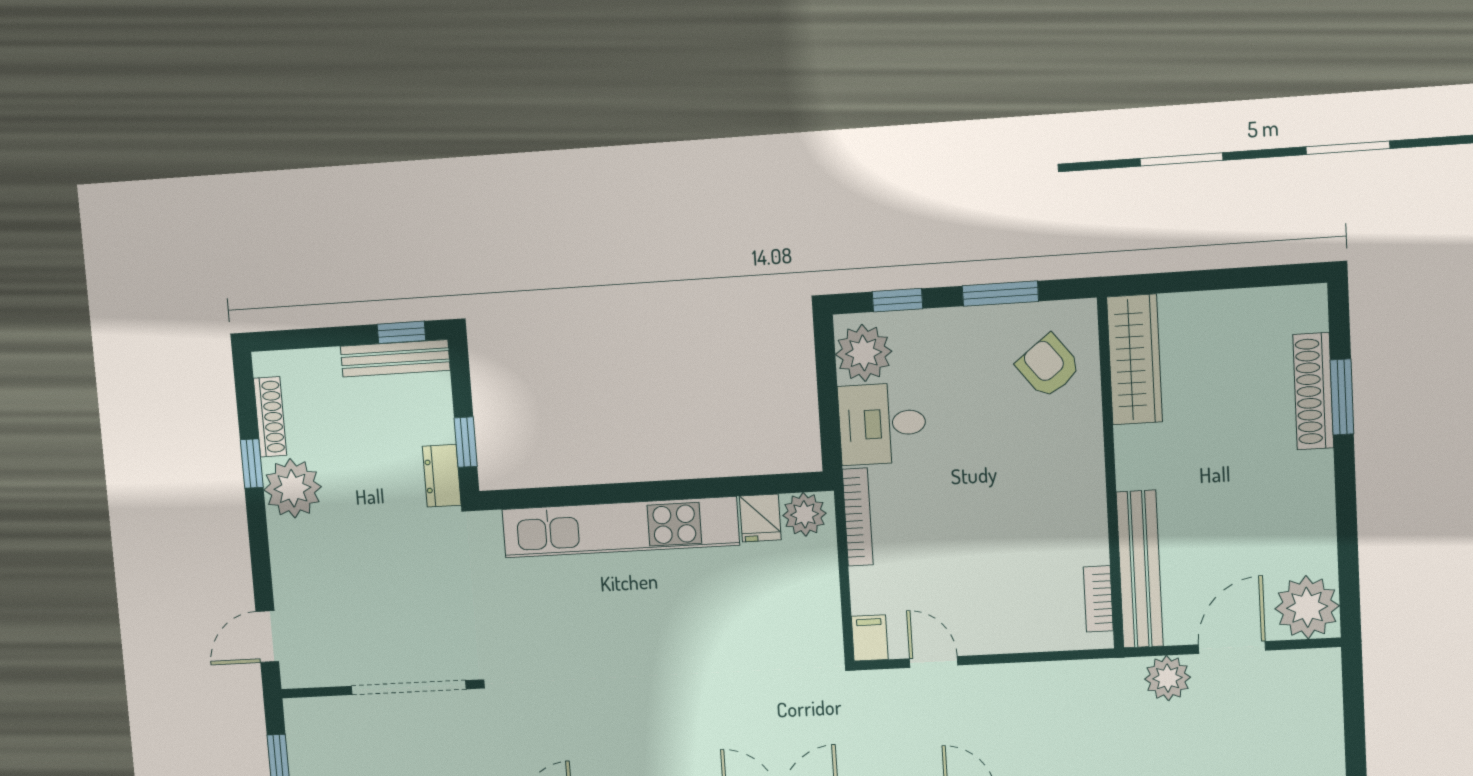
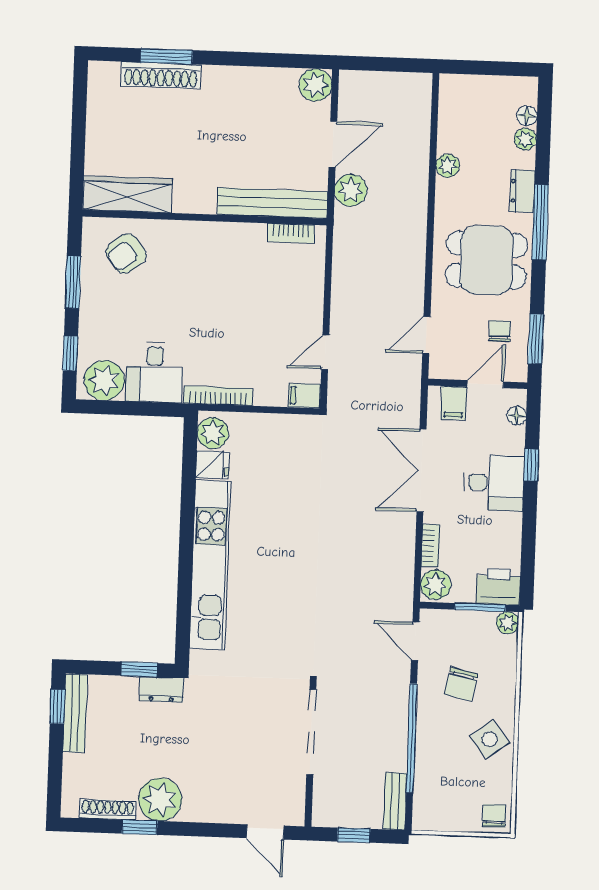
plant: (1307, 607) -> (315, 85), width x0.73, depth x0.73
door: (1232, 647) -> (333, 144), swing flipped

